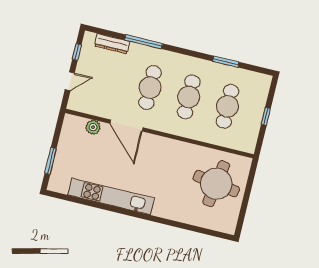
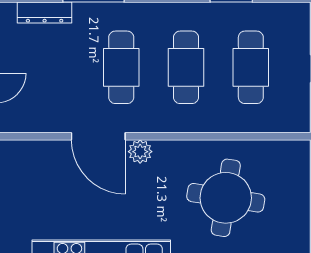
plant: (93, 127) -> (140, 152), moved
round table: (216, 184) -> (226, 198), moved

